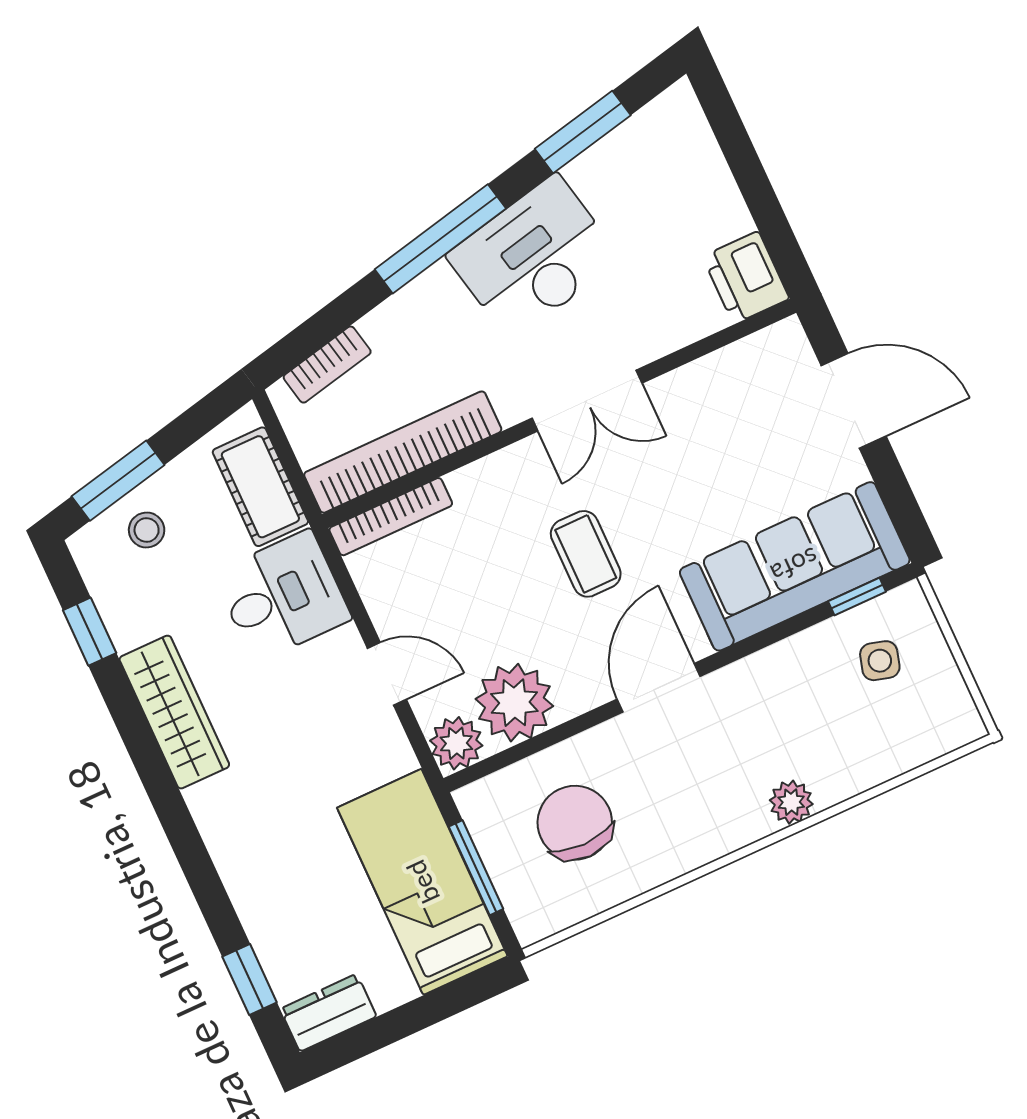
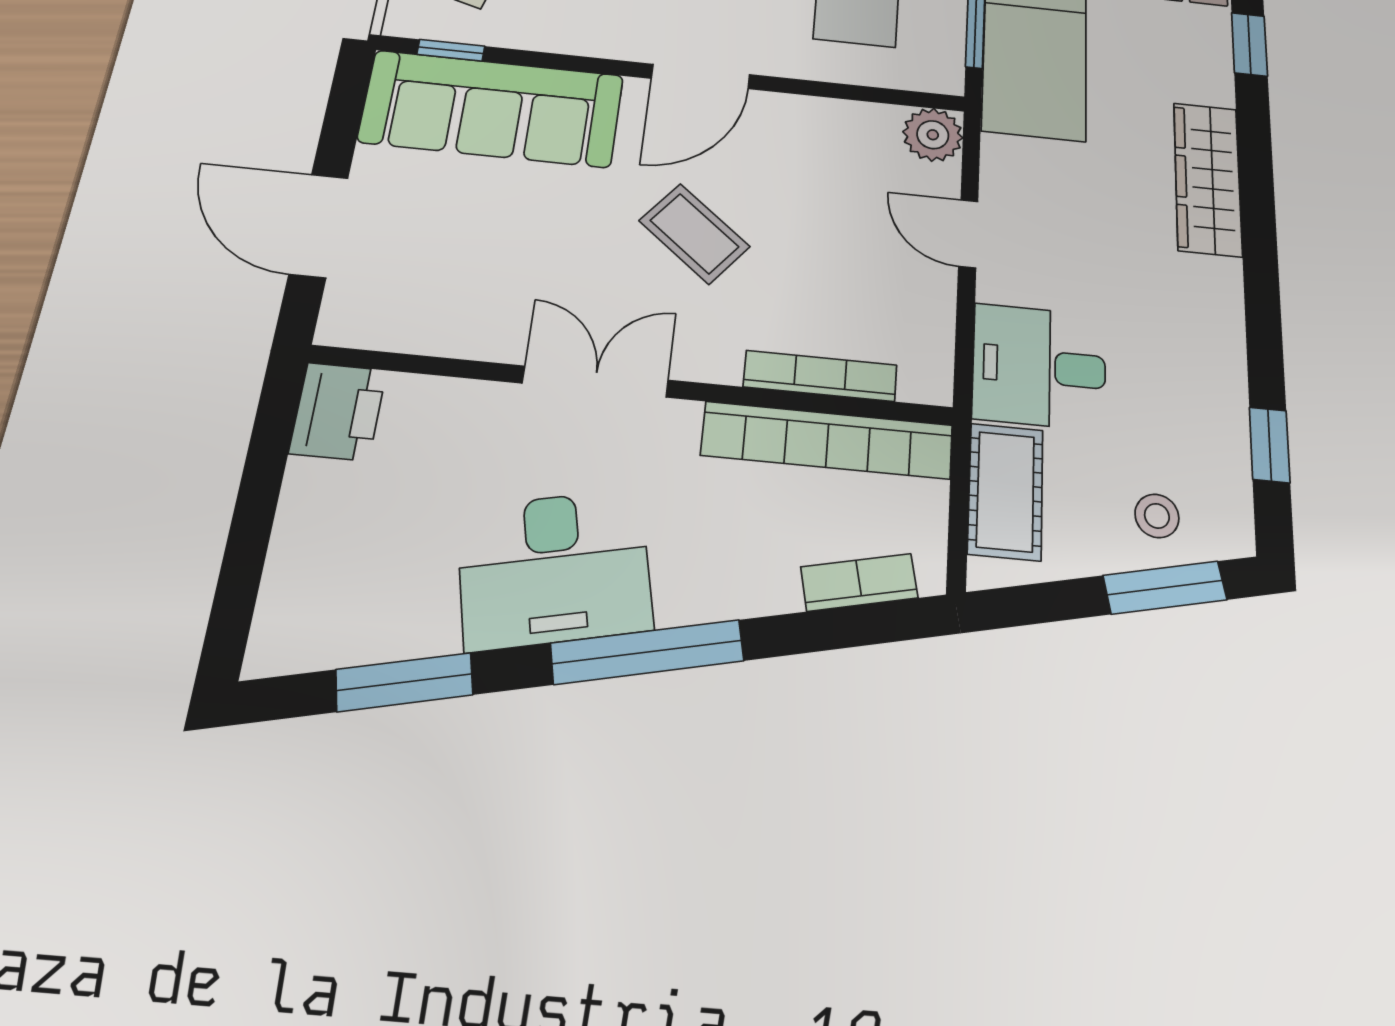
bookcase: (391, 517) -> (820, 376), moved
coffee table: (586, 554) -> (694, 234), turned -51
plant: (514, 703) -> (853, 139), removed
wardrobe: (174, 712) -> (1208, 179), moved

